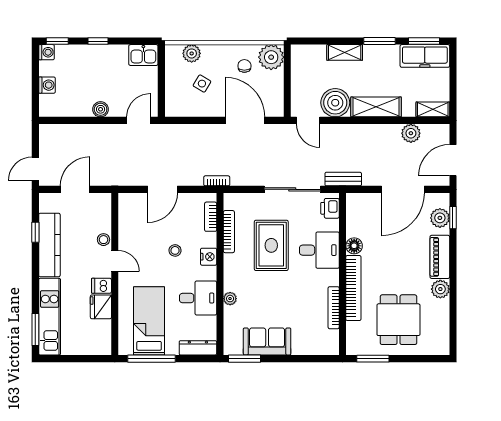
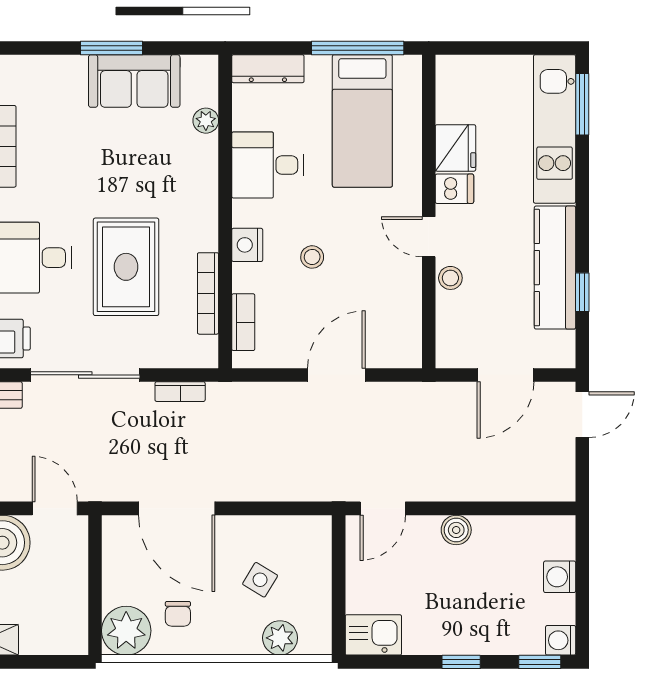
bookcase: (217, 181) -> (180, 392), moved
plant: (230, 299) -> (206, 121), moved
window: (244, 359) -> (111, 48), moved

